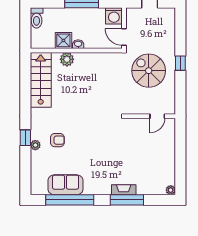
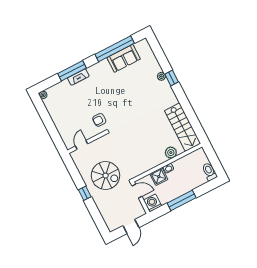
shower: (63, 40) -> (159, 177), moved
armchair: (57, 140) -> (99, 120), moved

